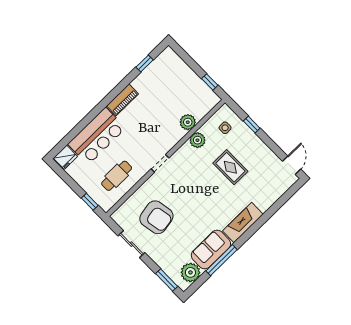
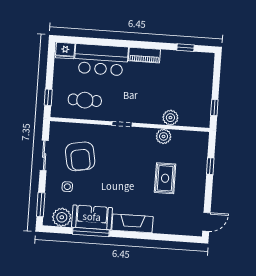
side table: (225, 128) -> (67, 187), moved

